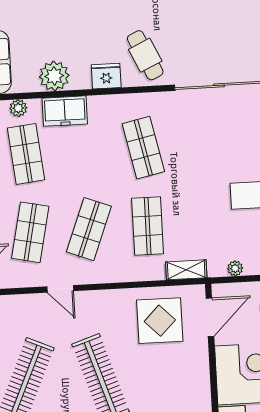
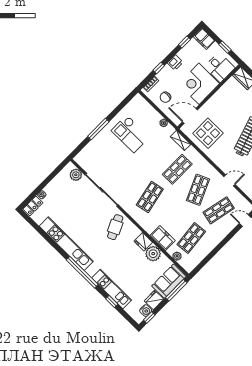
fridge: (106, 76) -> (143, 242), moved
shop shelf: (89, 229) -> (198, 190), turned -45
door: (60, 289) -> (229, 180), hinge flipped

